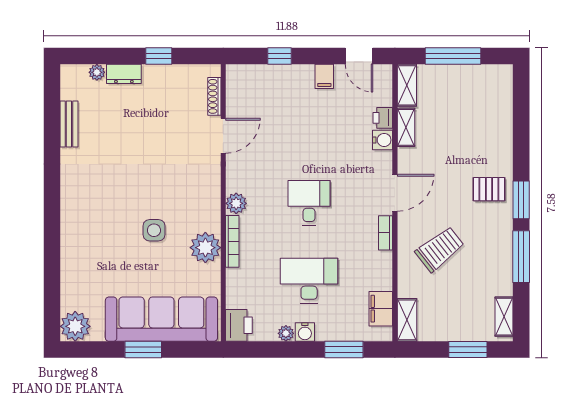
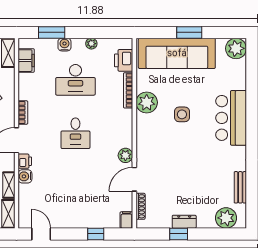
plant: (97, 72) -> (226, 218), width x1.87, depth x1.87
dresser: (124, 74) -> (184, 222), moved
filing cabinet: (324, 76) -> (126, 220), moved
printer: (383, 118) -> (25, 161), moved
plant: (236, 203) -> (125, 155), moved
bar counter: (82, 225) -> (231, 118), added
bookcase: (232, 241) -> (128, 90), moved
printer: (239, 325) -> (124, 60), moved
water cooler: (305, 332) -> (64, 45), moved

